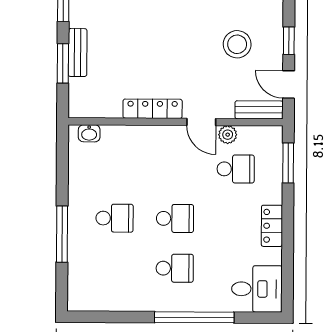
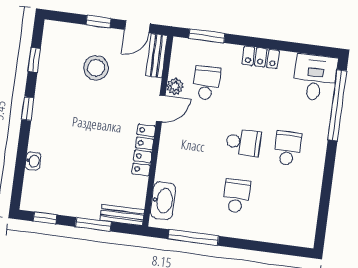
bench: (78, 53) -> (122, 215), moved
washbasin: (89, 133) -> (163, 201), width x1.91, depth x1.45
school desk: (175, 218) -> (243, 142), turned 90
window: (62, 234) -> (193, 237), moved
window: (194, 317) -> (337, 105), moved

